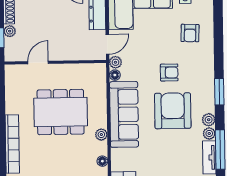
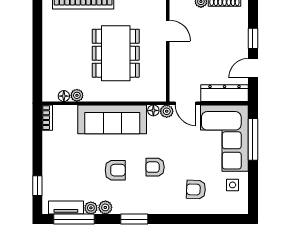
armchair: (169, 73) -> (155, 167), turned 90
armchair: (173, 111) -> (115, 170), width x0.53, depth x0.53
plant: (101, 135) -> (77, 95), moved

